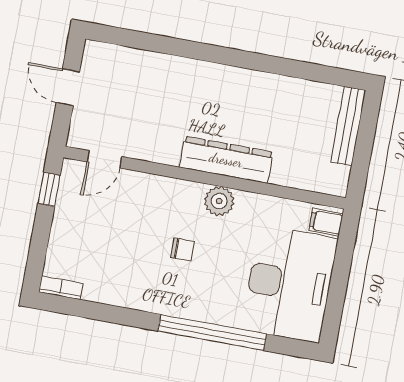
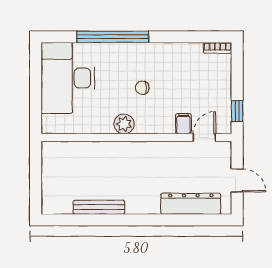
bench: (348, 126) -> (99, 207), moved, turned 90
dresser: (226, 160) -> (191, 204), moved, turned 180
filing cabinet: (326, 222) -> (183, 124), moved, turned -90

